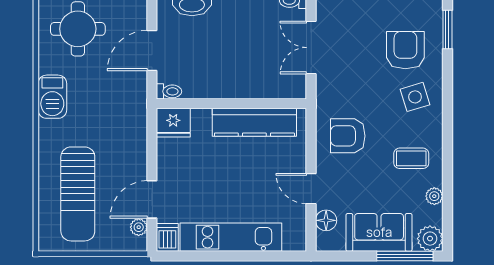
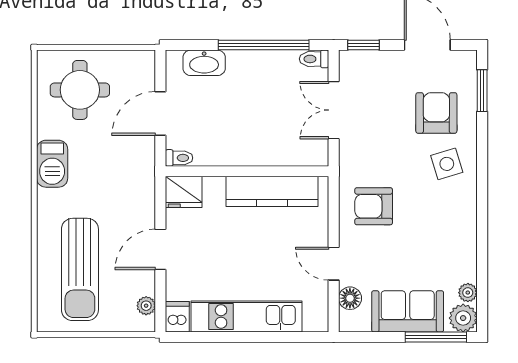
coffee table: (411, 158) -> (443, 231), removed
plant: (434, 196) -> (468, 293), moved
door: (152, 199) -> (160, 249), moved

